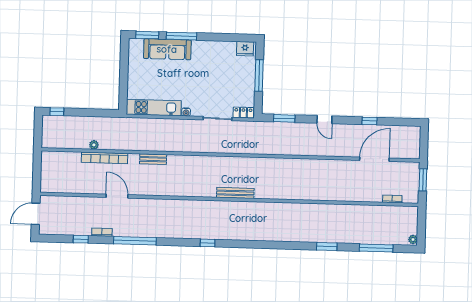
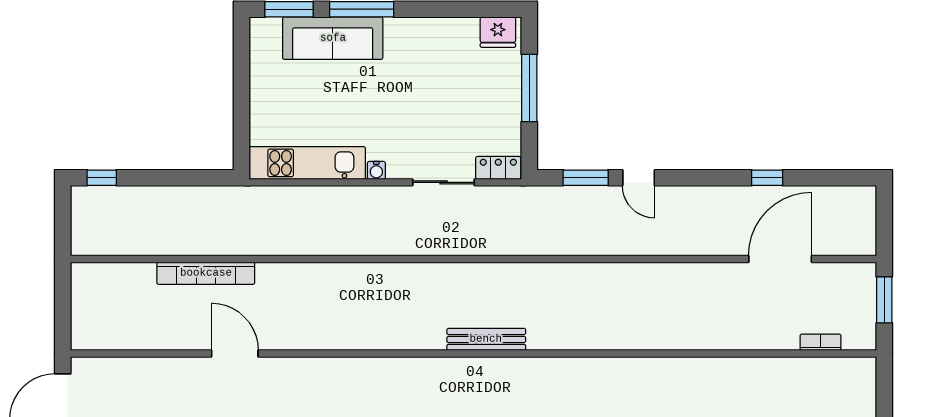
door: (324, 120) -> (639, 178), moved
plant: (94, 145) -> (182, 246), removed
bench: (153, 159) -> (309, 273), removed

